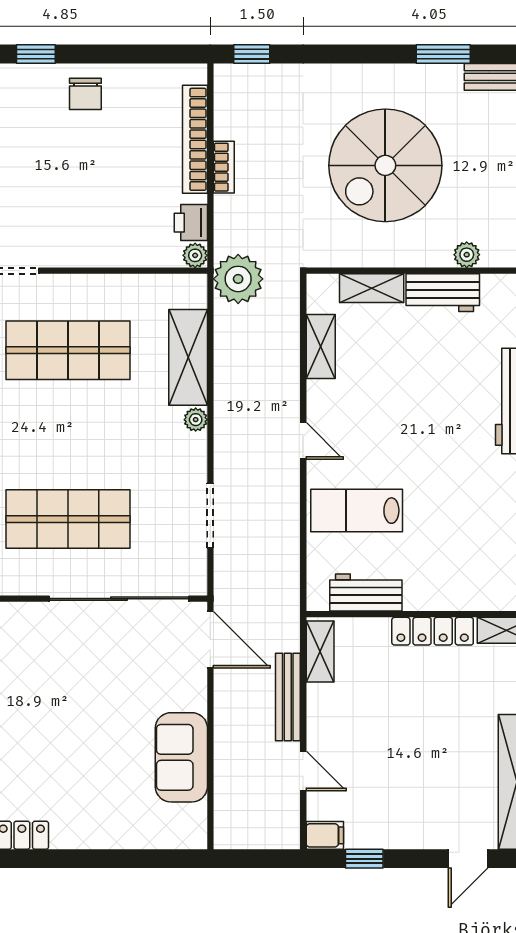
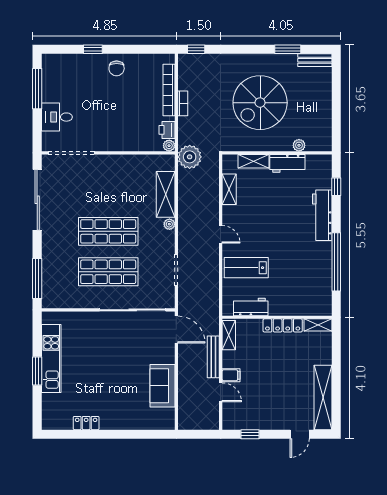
shop shelf: (68, 350) -> (108, 231), moved
filing cabinet: (325, 835) -> (231, 375), moved

